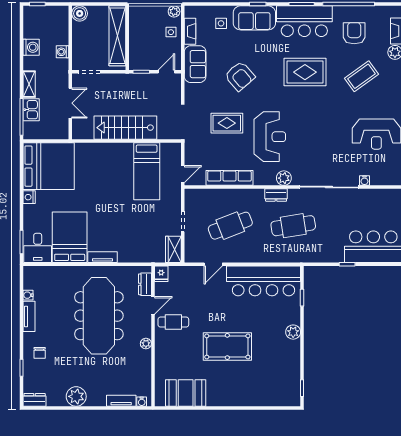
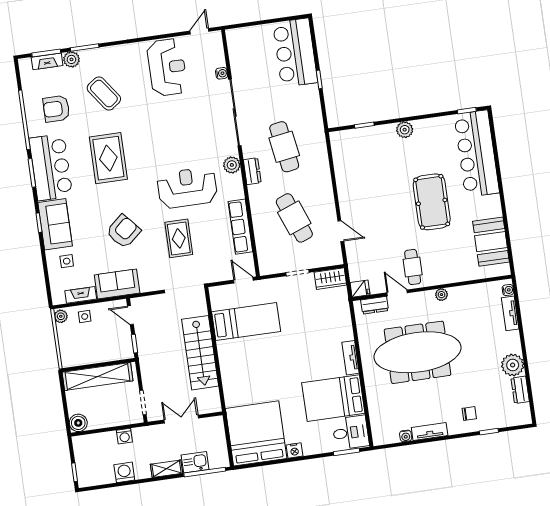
bar counter: (264, 281) -> (477, 154), moved, turned 180
dresser: (35, 400) -> (520, 390), moved

